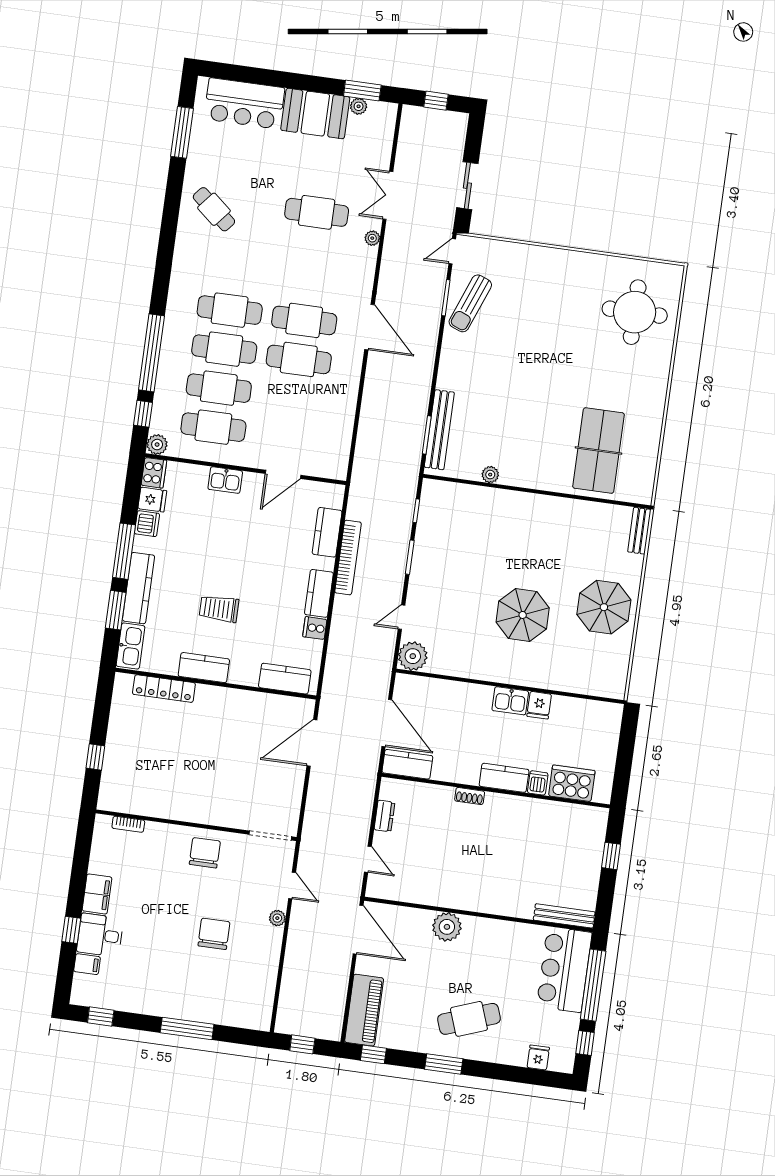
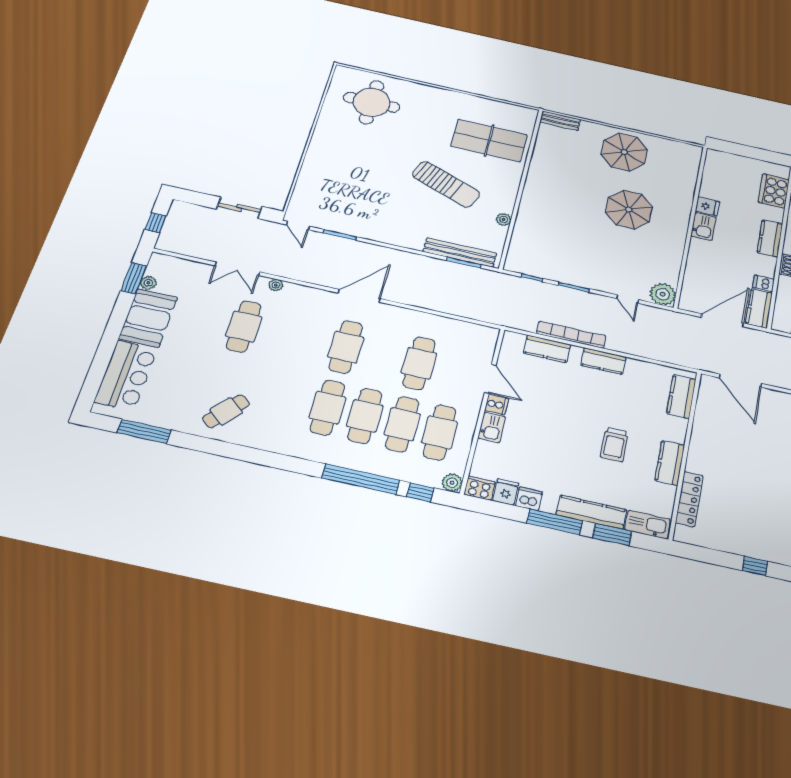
sun lounger: (470, 303) -> (446, 184), moved, width x1.36, depth x1.34
cafe table: (299, 359) -> (419, 363), moved
cooker: (315, 628) -> (496, 404), moved, turned -90
dishwasher: (538, 783) -> (763, 283), moved

